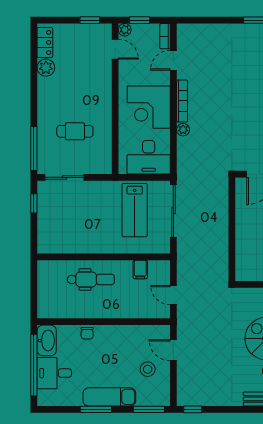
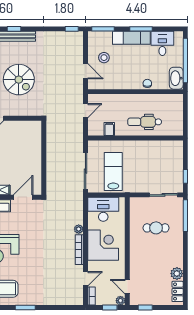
door: (173, 295) -> (86, 111), hinge flipped
desk: (54, 373) -> (162, 43), moved, turned -90

